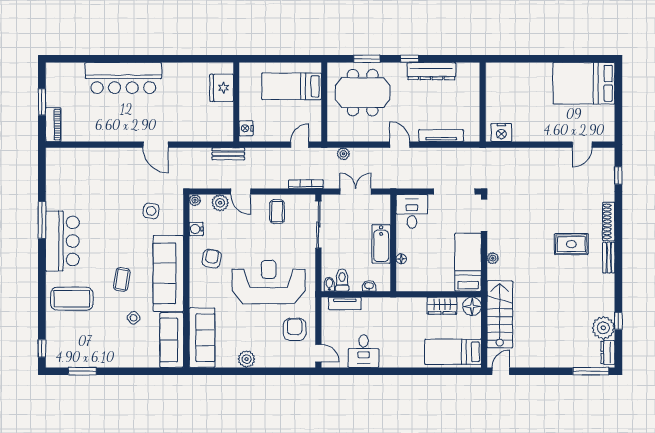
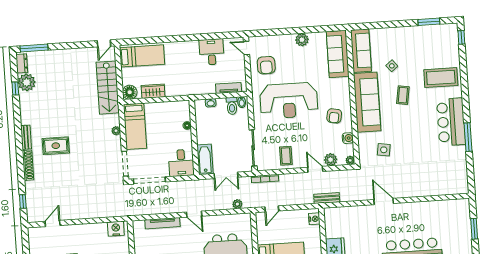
piano: (53, 125) -> (464, 212), removed
bathtub: (381, 244) -> (205, 159), moved

